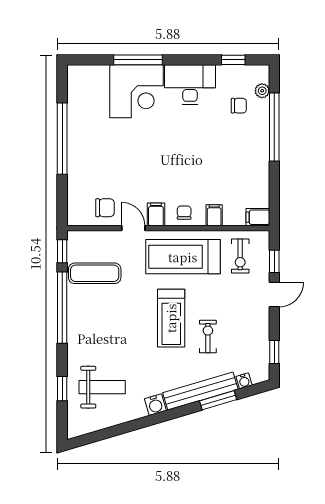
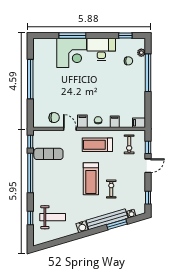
treadmill: (183, 257) -> (97, 145), width x0.73, depth x0.73

